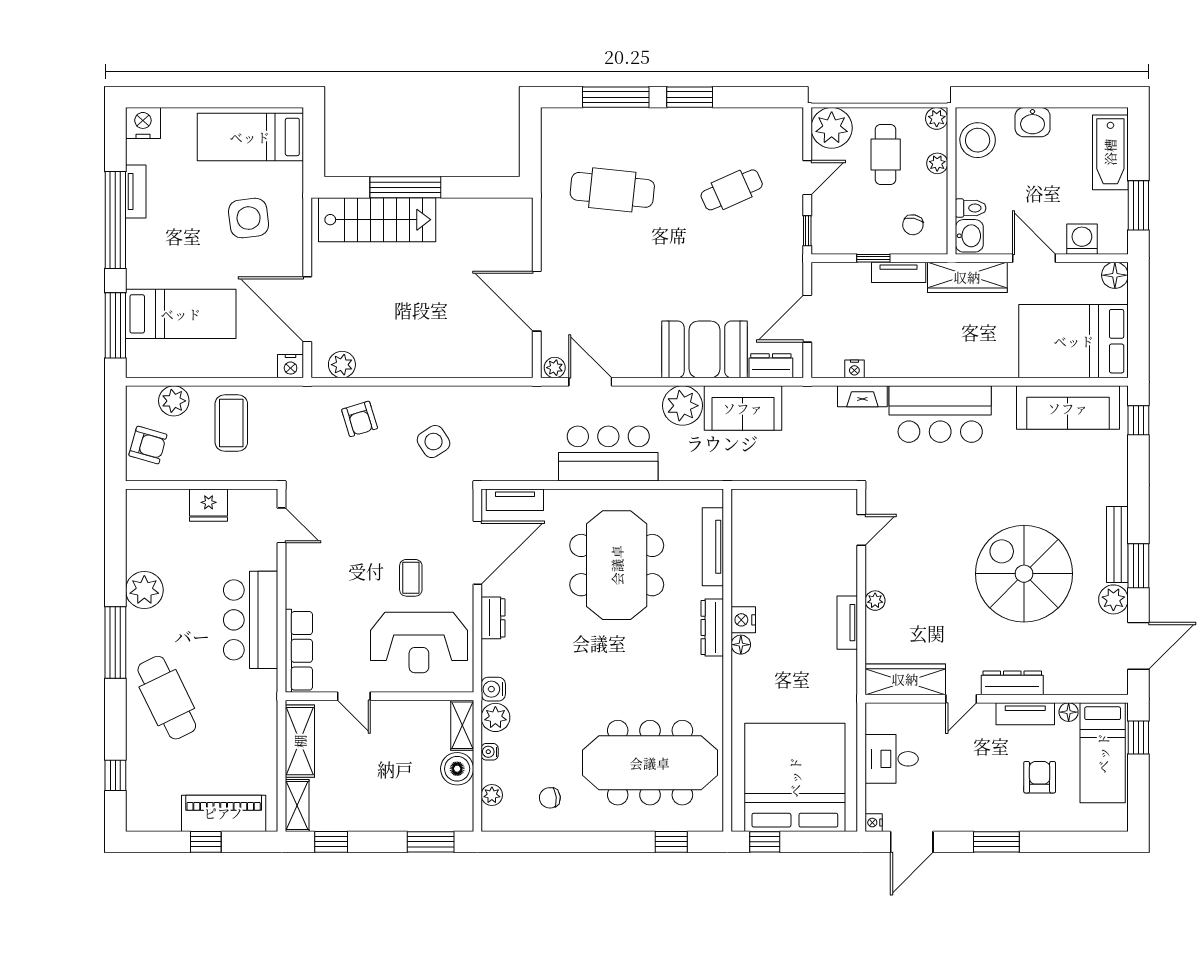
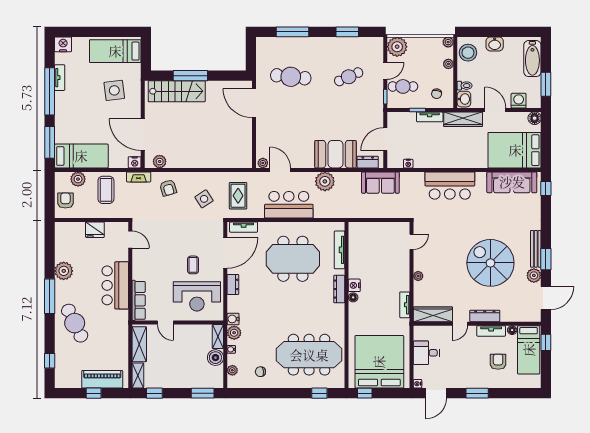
window: (690, 97) -> (347, 32), moved
cafe table: (886, 154) -> (403, 86), moved, turned 90
door: (537, 301) -> (254, 103), moved
bed: (181, 314) -> (81, 156), moved
fireplace: (862, 396) -> (139, 177), moved
sofa: (743, 408) -> (380, 183), moved
rug: (504, 435) -> (238, 196), added
armchair: (148, 445) -> (65, 201), turned -106
meeting table: (617, 565) -> (293, 259), turned 90
tv unit: (847, 623) -> (405, 305), moved

